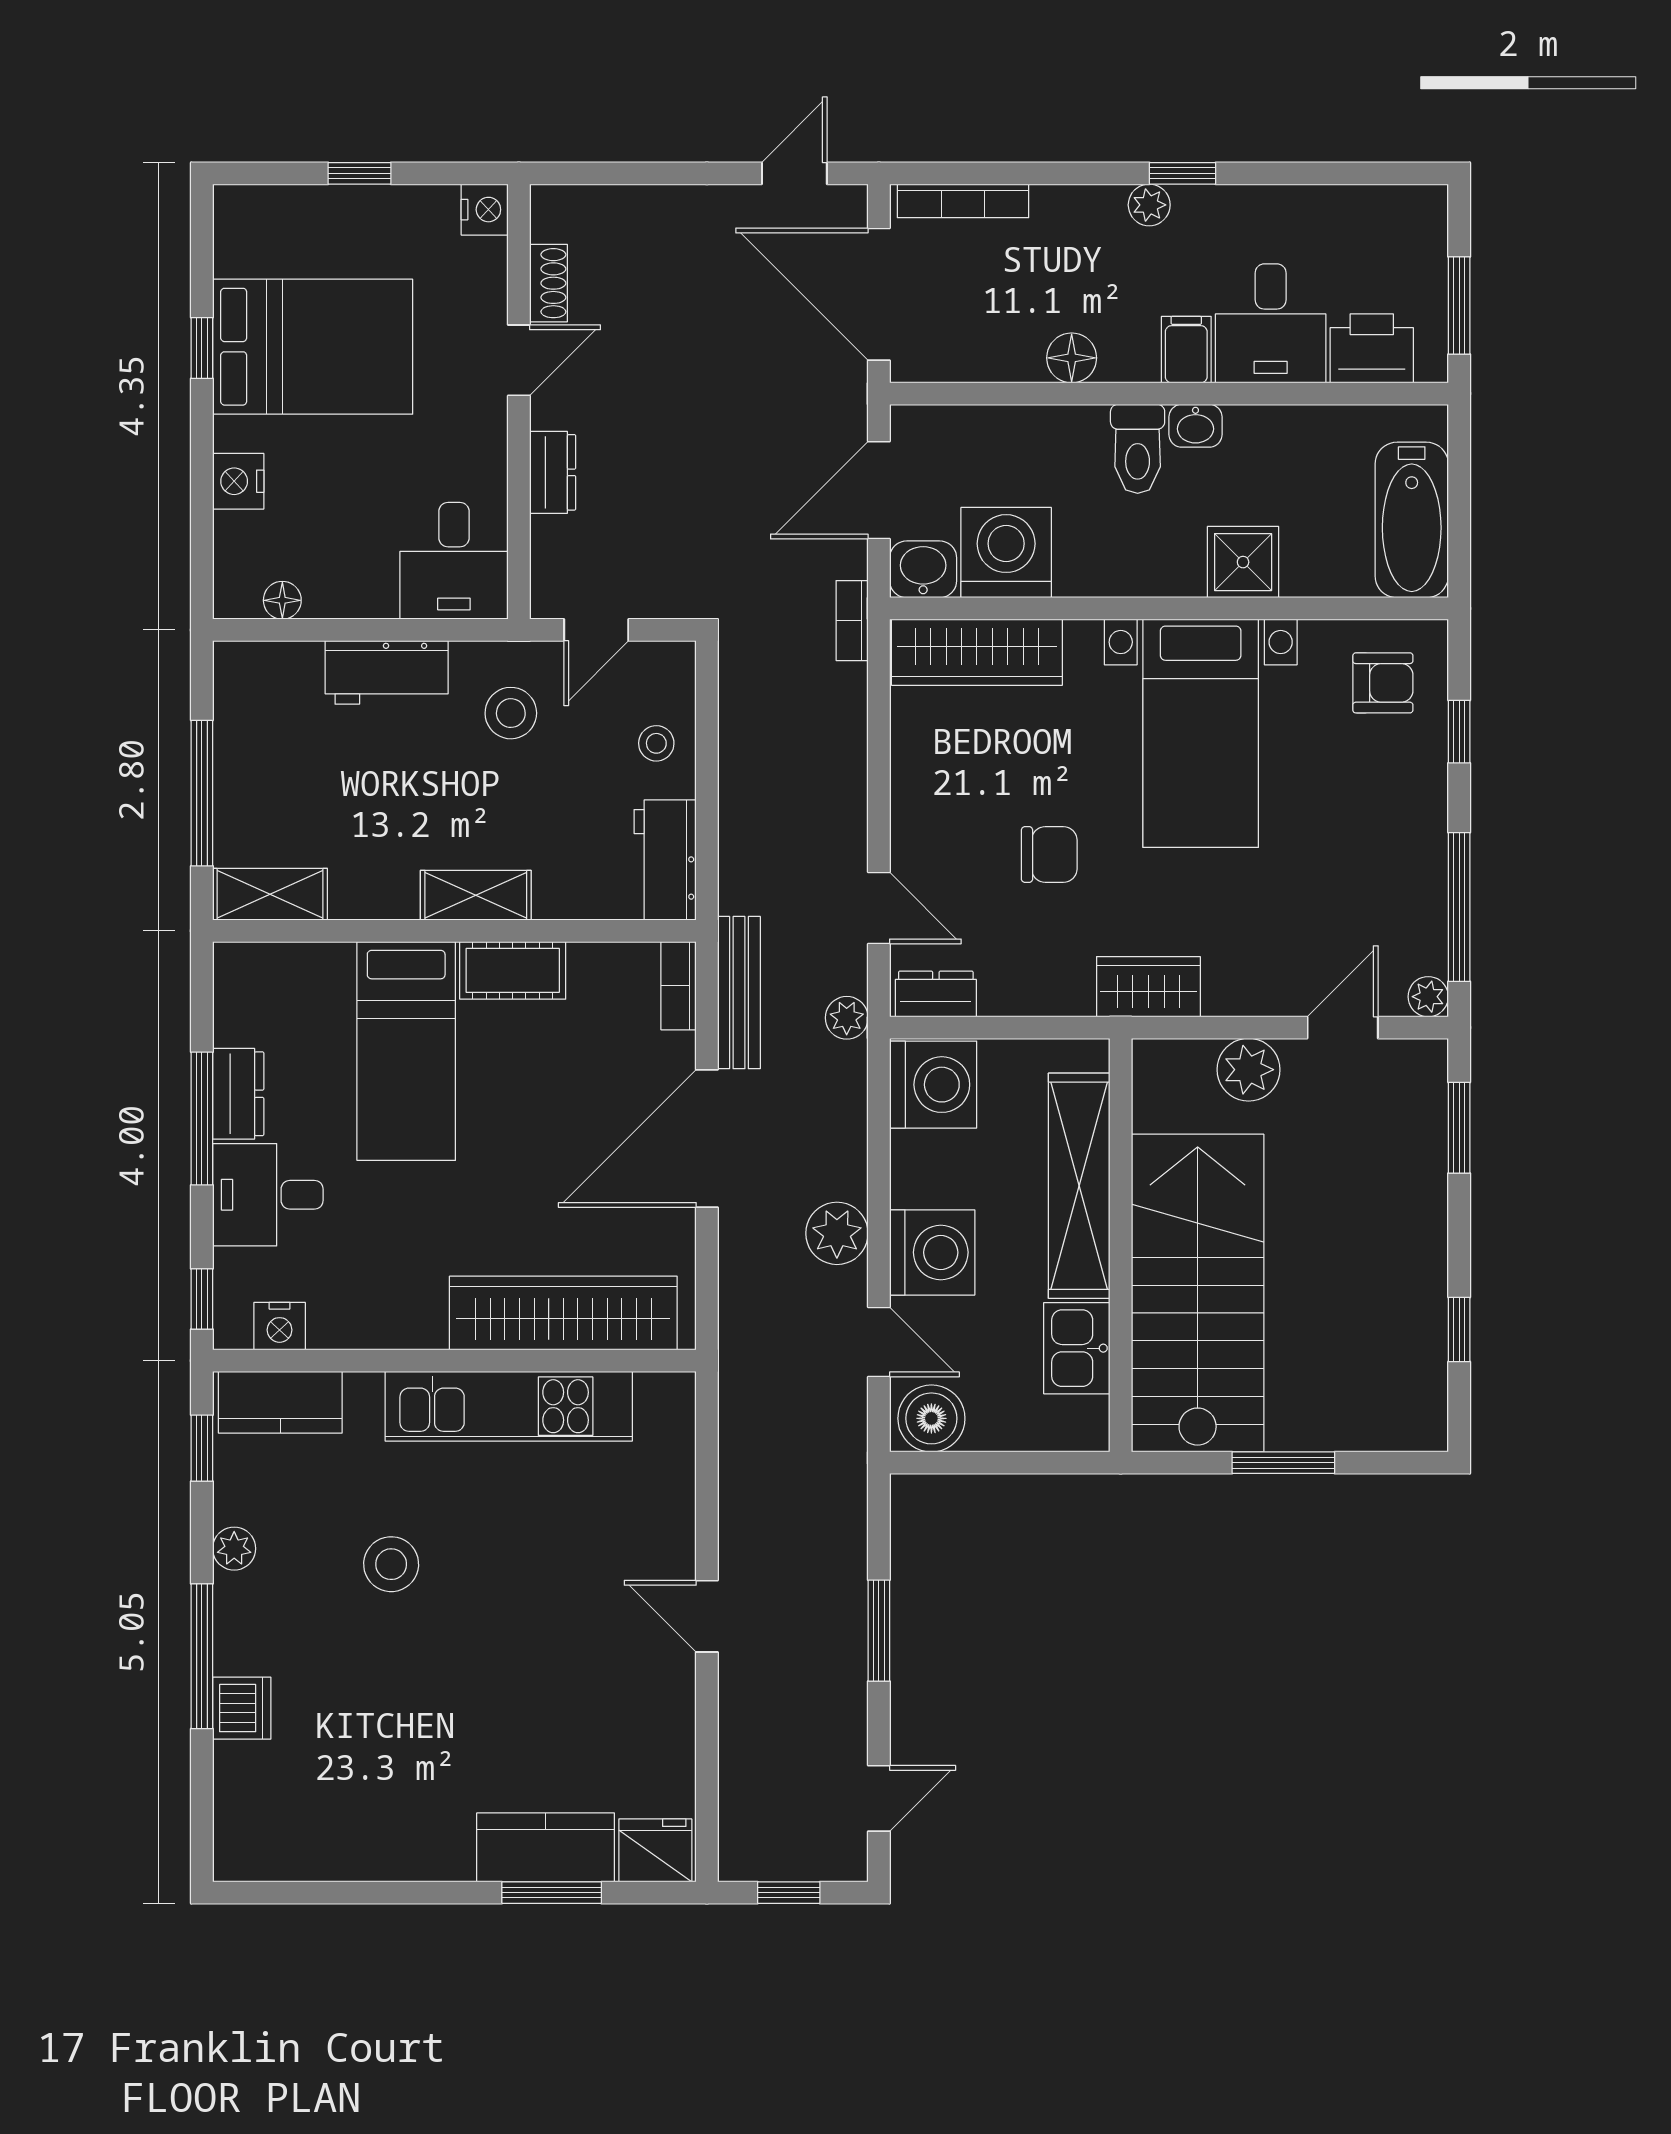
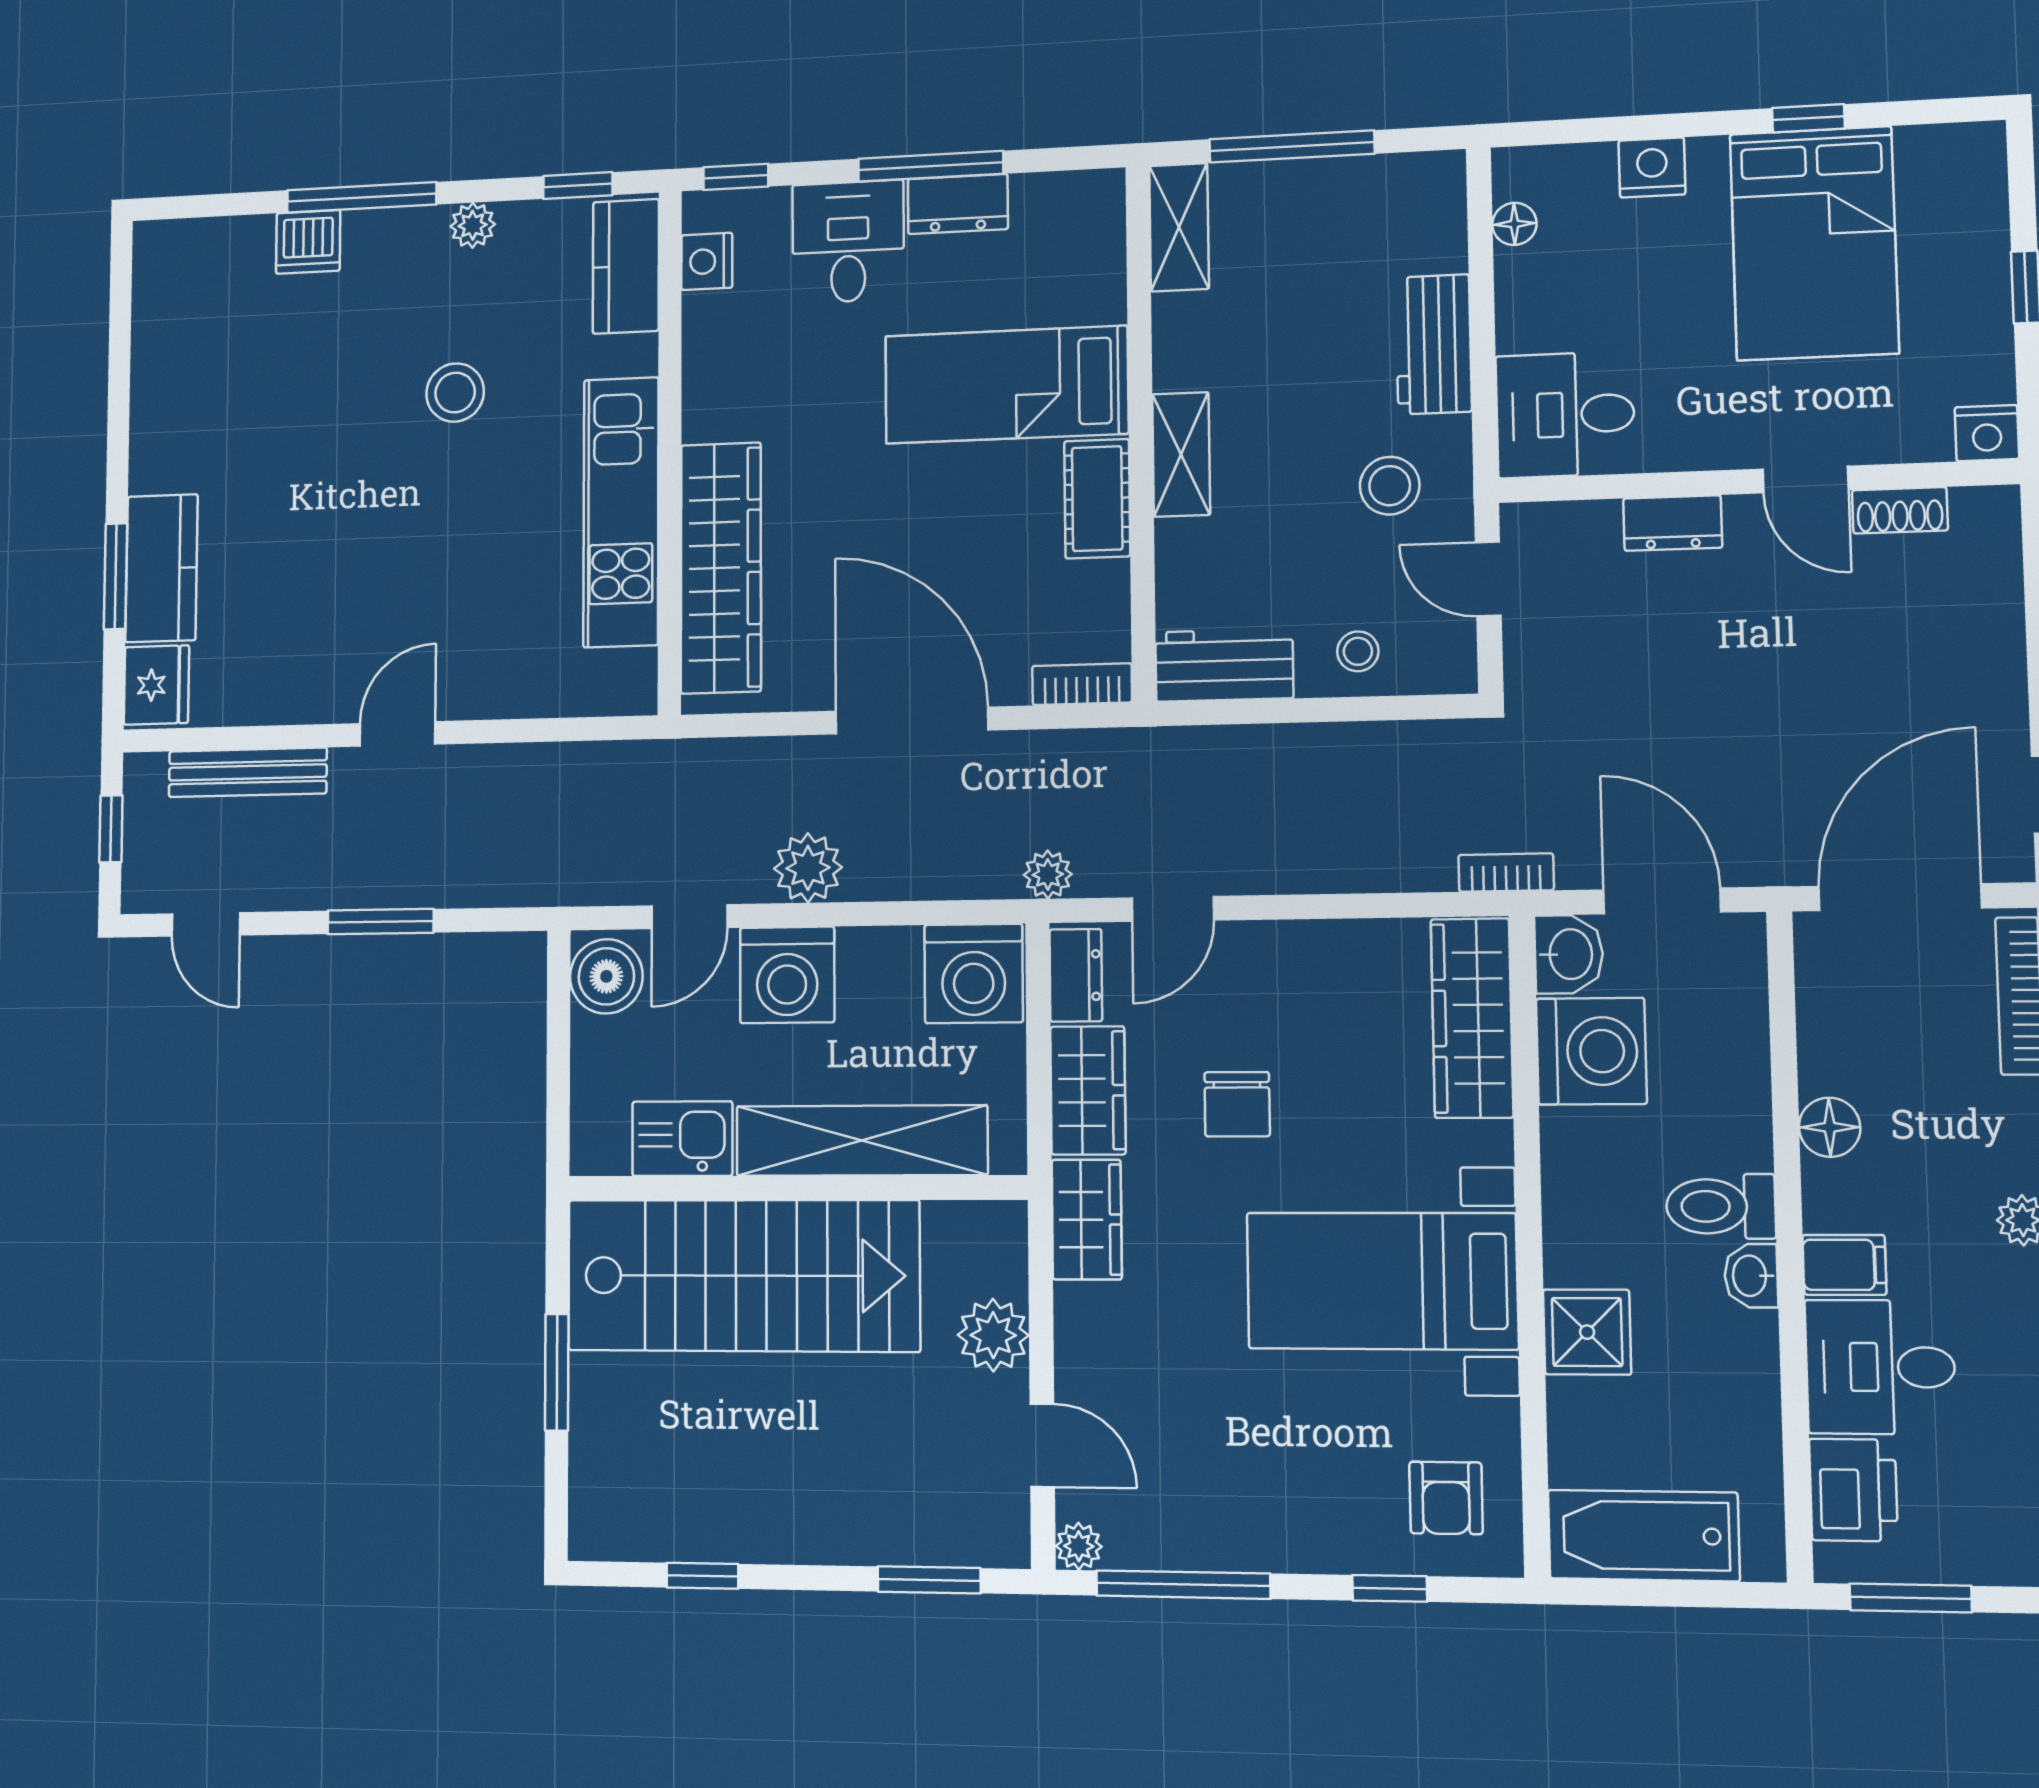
wardrobe: (1036, 984) -> (1088, 1090), added
bench: (739, 993) -> (248, 772), moved

